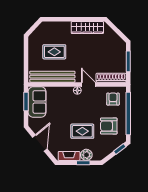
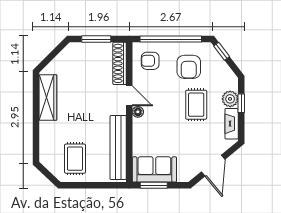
rug: (54, 52) -> (75, 159), moved
door: (88, 84) -> (129, 96), swing flipped
door: (40, 143) -> (213, 166), swing flipped

